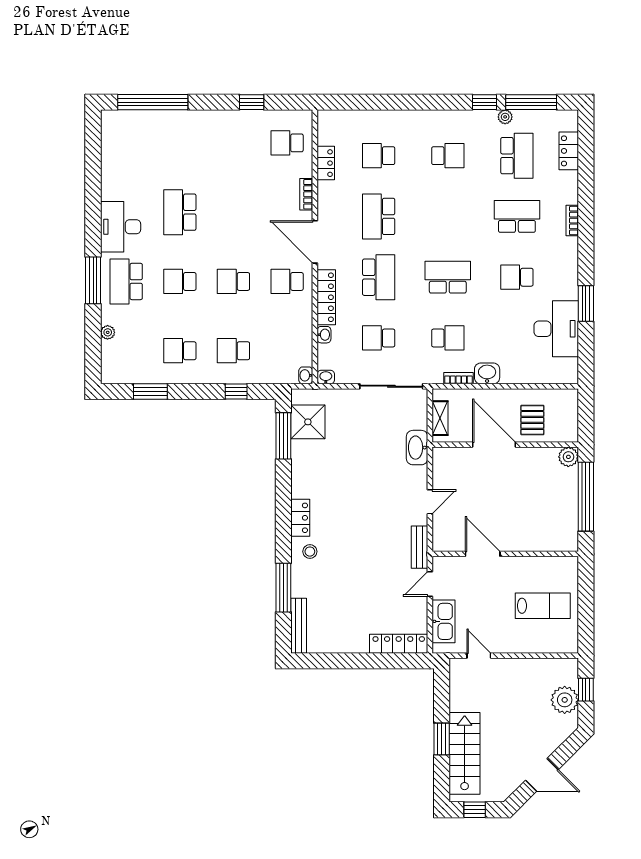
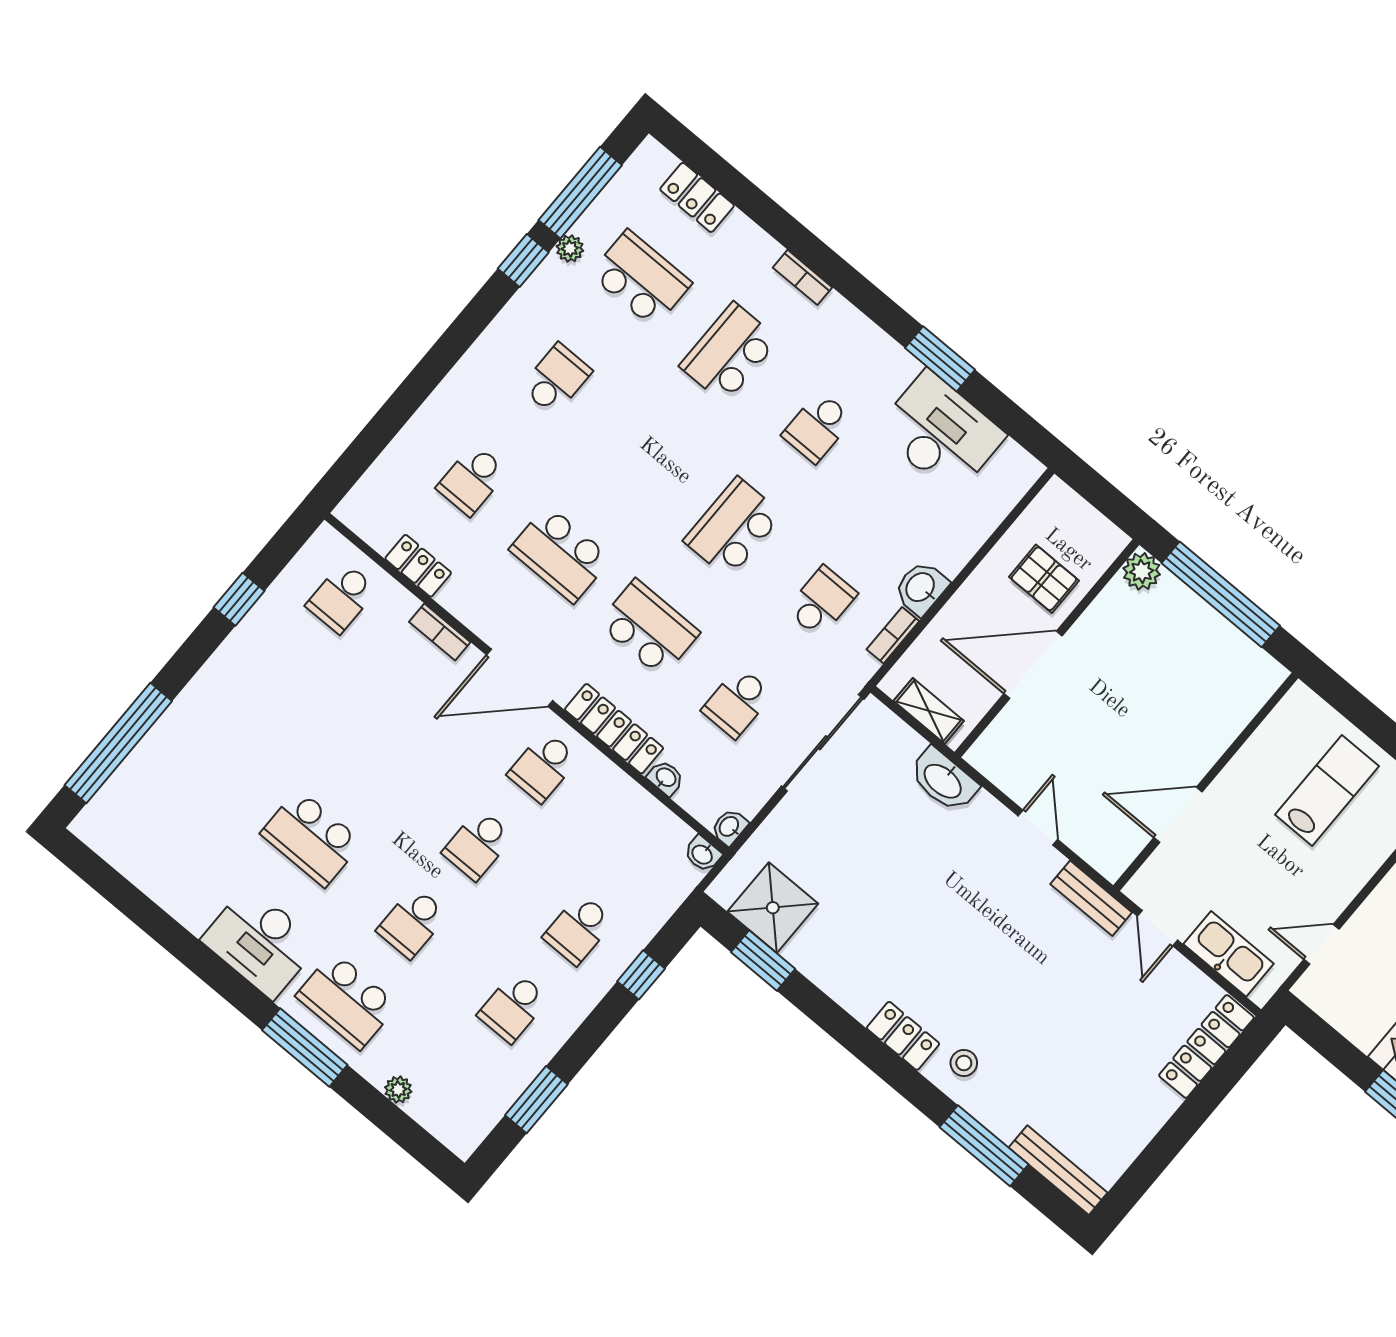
window: (283, 436) -> (763, 960), width x0.69

